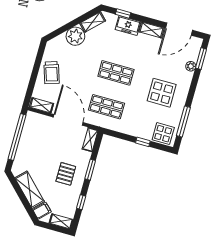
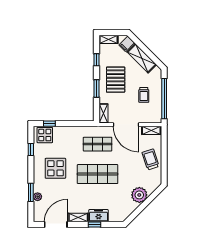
window: (123, 13) -> (95, 224), moved
shelving: (93, 22) -> (128, 211), removed
window: (201, 59) -> (31, 192), moved
shop shelf: (116, 73) -> (98, 174), width x1.43, depth x1.36
window: (183, 122) -> (31, 150), width x0.46
window: (143, 142) -> (49, 124), moved
trolley: (39, 148) -> (144, 95), added
pallet: (66, 174) -> (116, 80), width x1.50, depth x1.42

